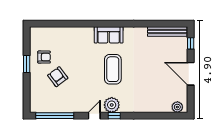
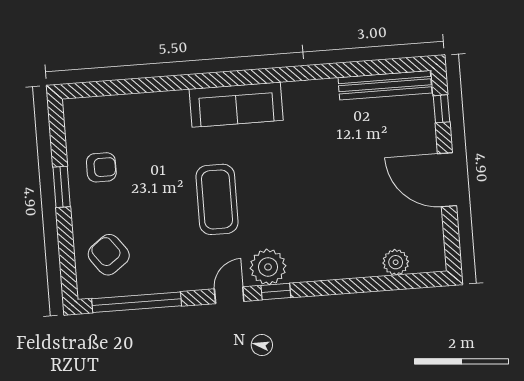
sofa: (109, 35) -> (236, 105), width x1.36
coffee table: (113, 69) -> (217, 199), moved
armchair: (58, 77) -> (109, 255), moved
plant: (177, 107) -> (396, 262), moved

